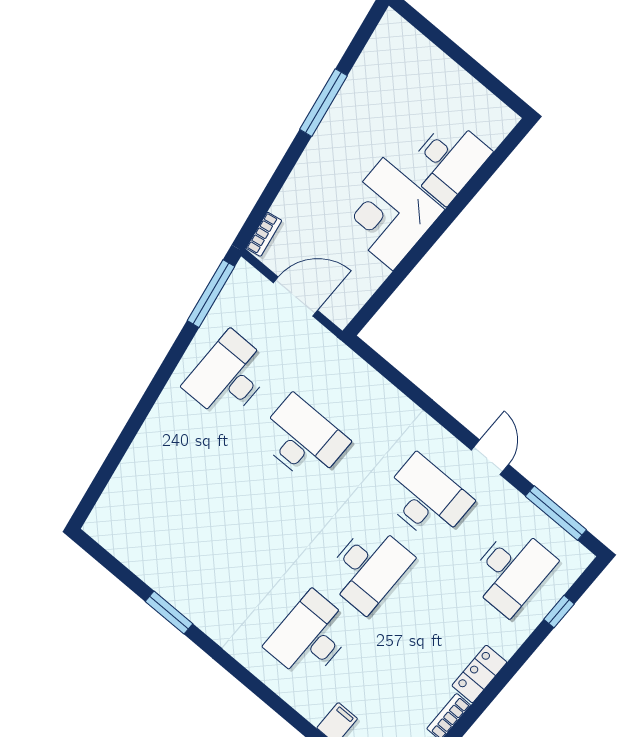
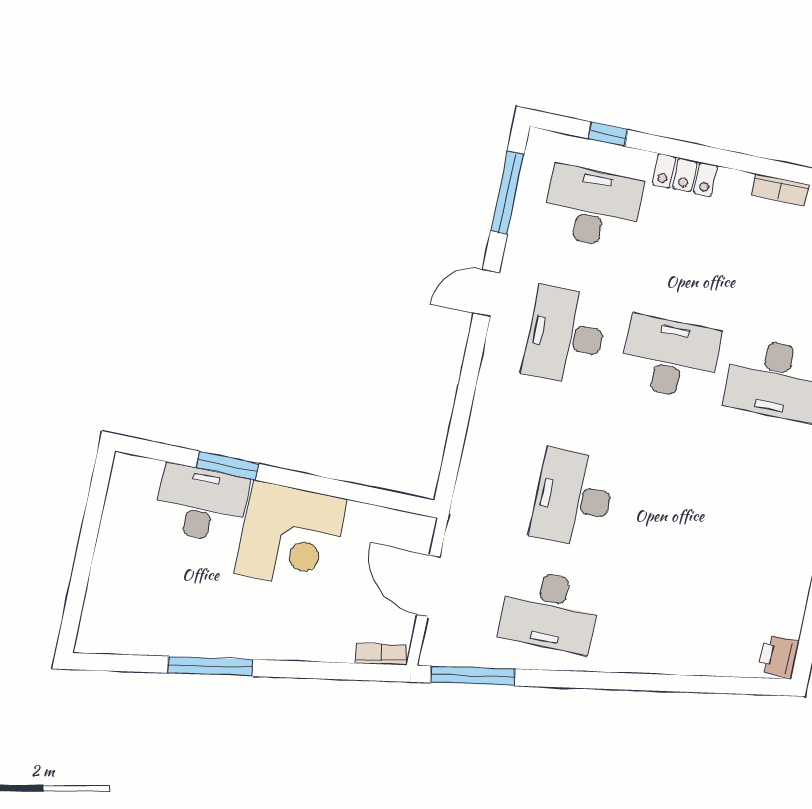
window: (466, 196) -> (228, 466), added
printer: (103, 528) -> (779, 656), added
locker: (479, 674) -> (685, 175), moved

